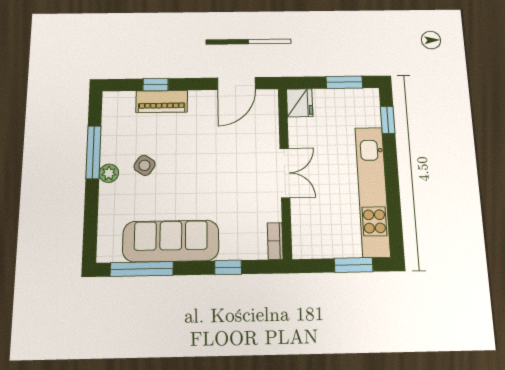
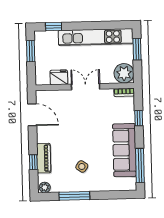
fridge: (300, 103) -> (59, 77), moved
plant: (109, 173) -> (45, 187), moved
plant: (309, 241) -> (124, 73), added

